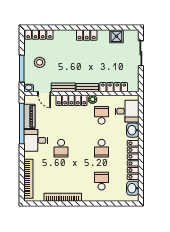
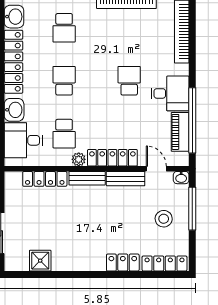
locker: (87, 35) -> (123, 263), moved

